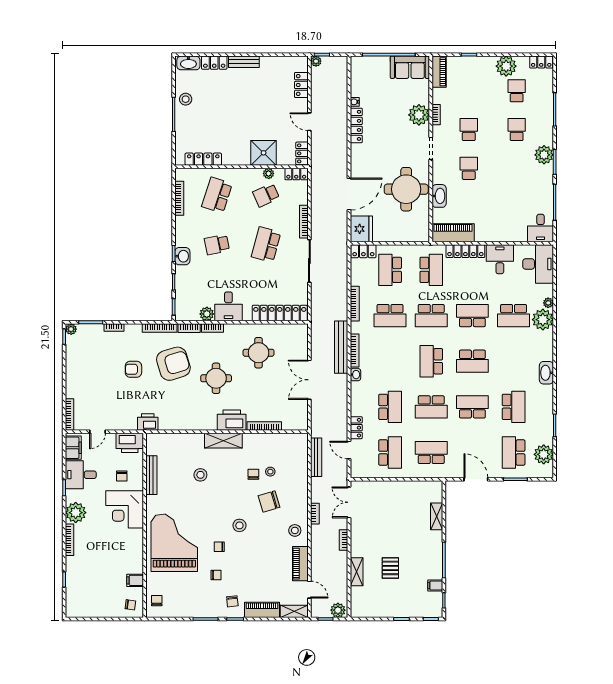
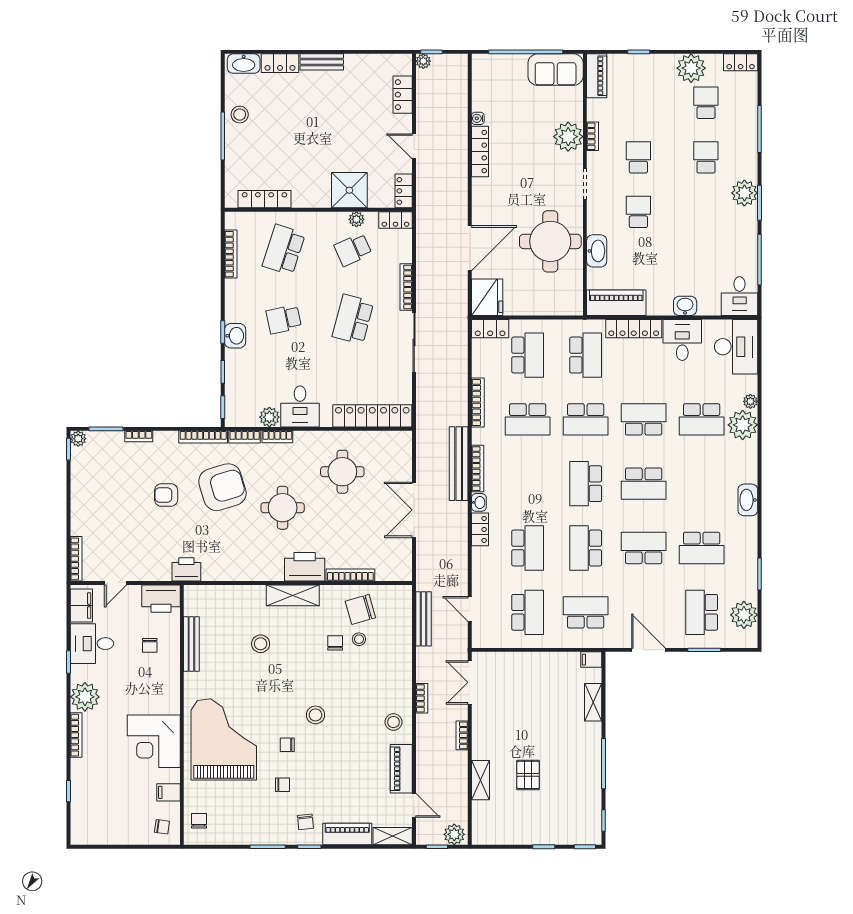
washbasin: (502, 235) -> (685, 306), added
school desk: (390, 270) -> (528, 355), turned 180
school desk: (431, 407) -> (586, 548), turned 90
school desk: (514, 407) -> (702, 548), turned 90
locker: (356, 428) -> (480, 529), moved
chair: (269, 501) -> (360, 609), moved
corner desk: (125, 509) -> (154, 741), moved
filing cabinet: (435, 586) -> (591, 660), moved

